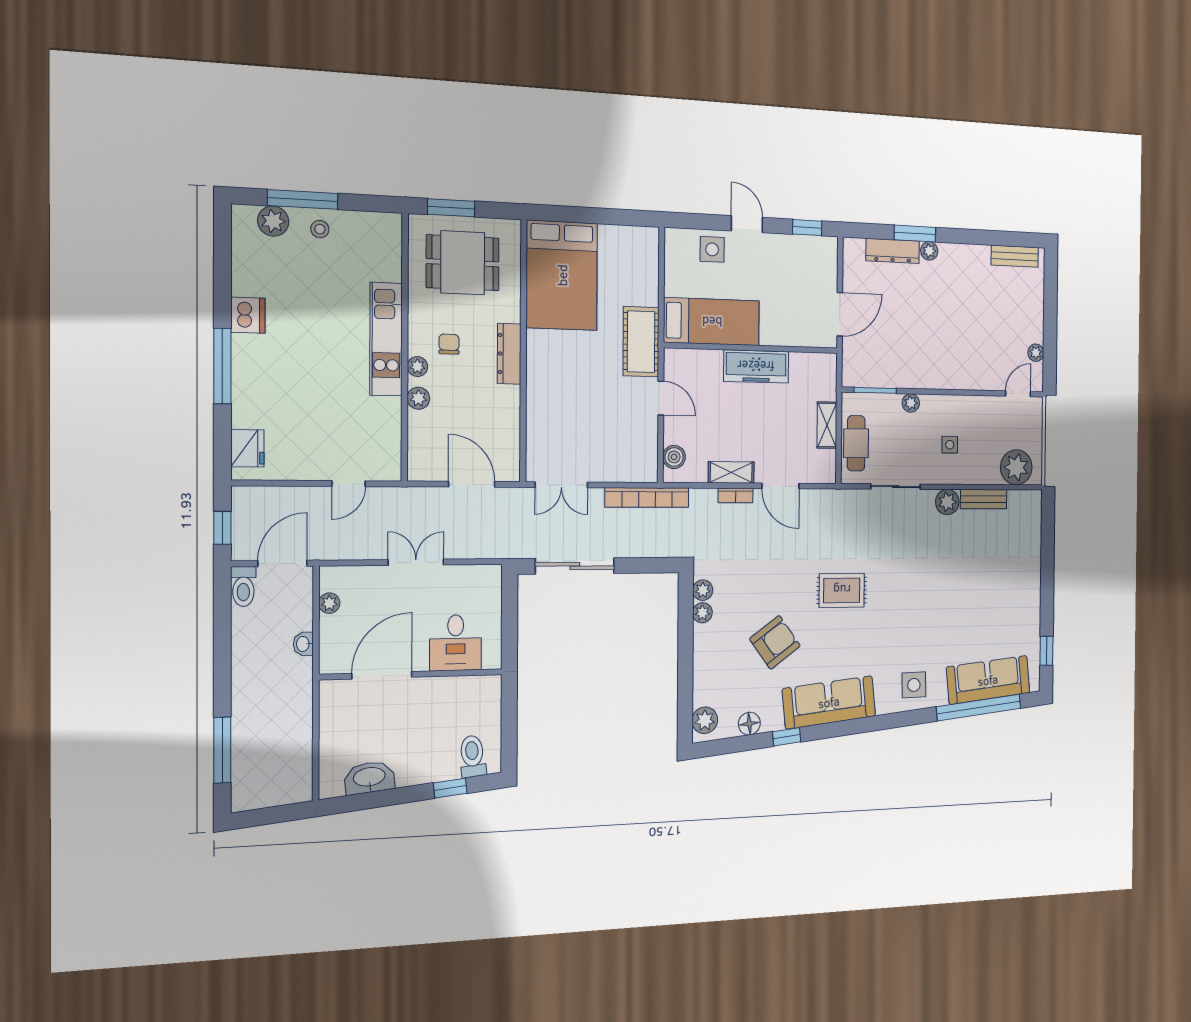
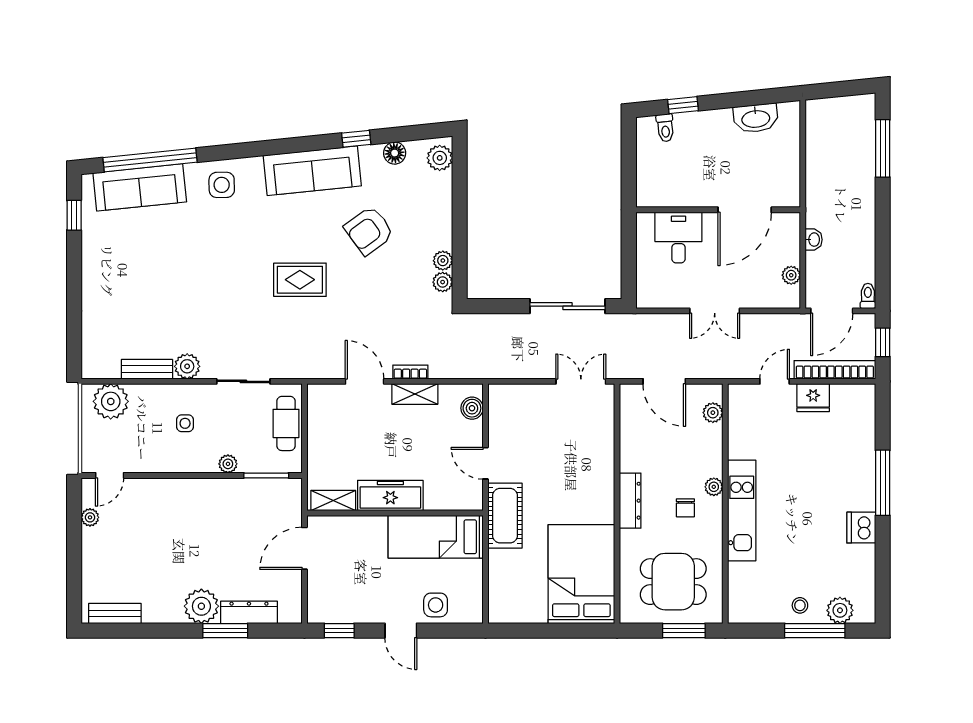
plant: (929, 251) -> (201, 606), width x1.88, depth x1.88
plant: (418, 398) -> (713, 413), moved
shelving: (827, 425) -> (333, 501), moved, turned 90
fridge: (247, 448) -> (813, 398), moved, turned -90
bookcase: (647, 498) -> (835, 370), moved
toilet: (243, 586) -> (868, 296), width x0.73, depth x0.72
toilet: (472, 756) -> (665, 128), width x0.73, depth x0.72

